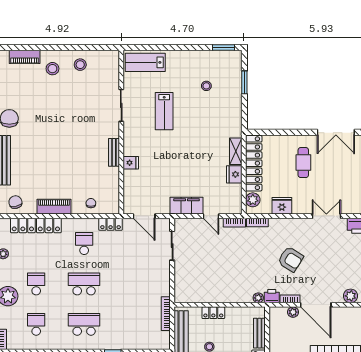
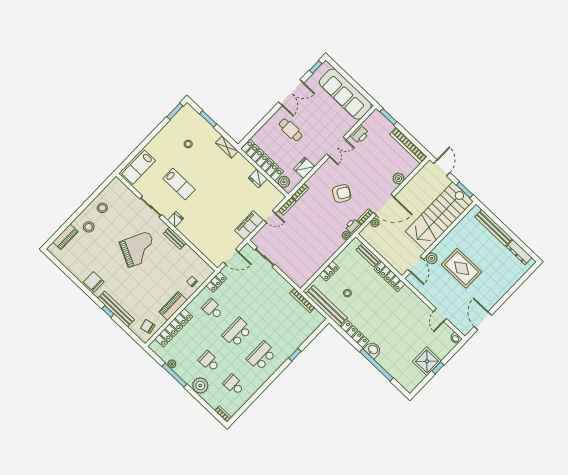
grand piano: (74, 130) -> (139, 249), added
shelving: (236, 151) -> (227, 147), moved
fridge: (131, 163) -> (175, 219), moved
double door: (326, 216) -> (336, 147), swing flipped

